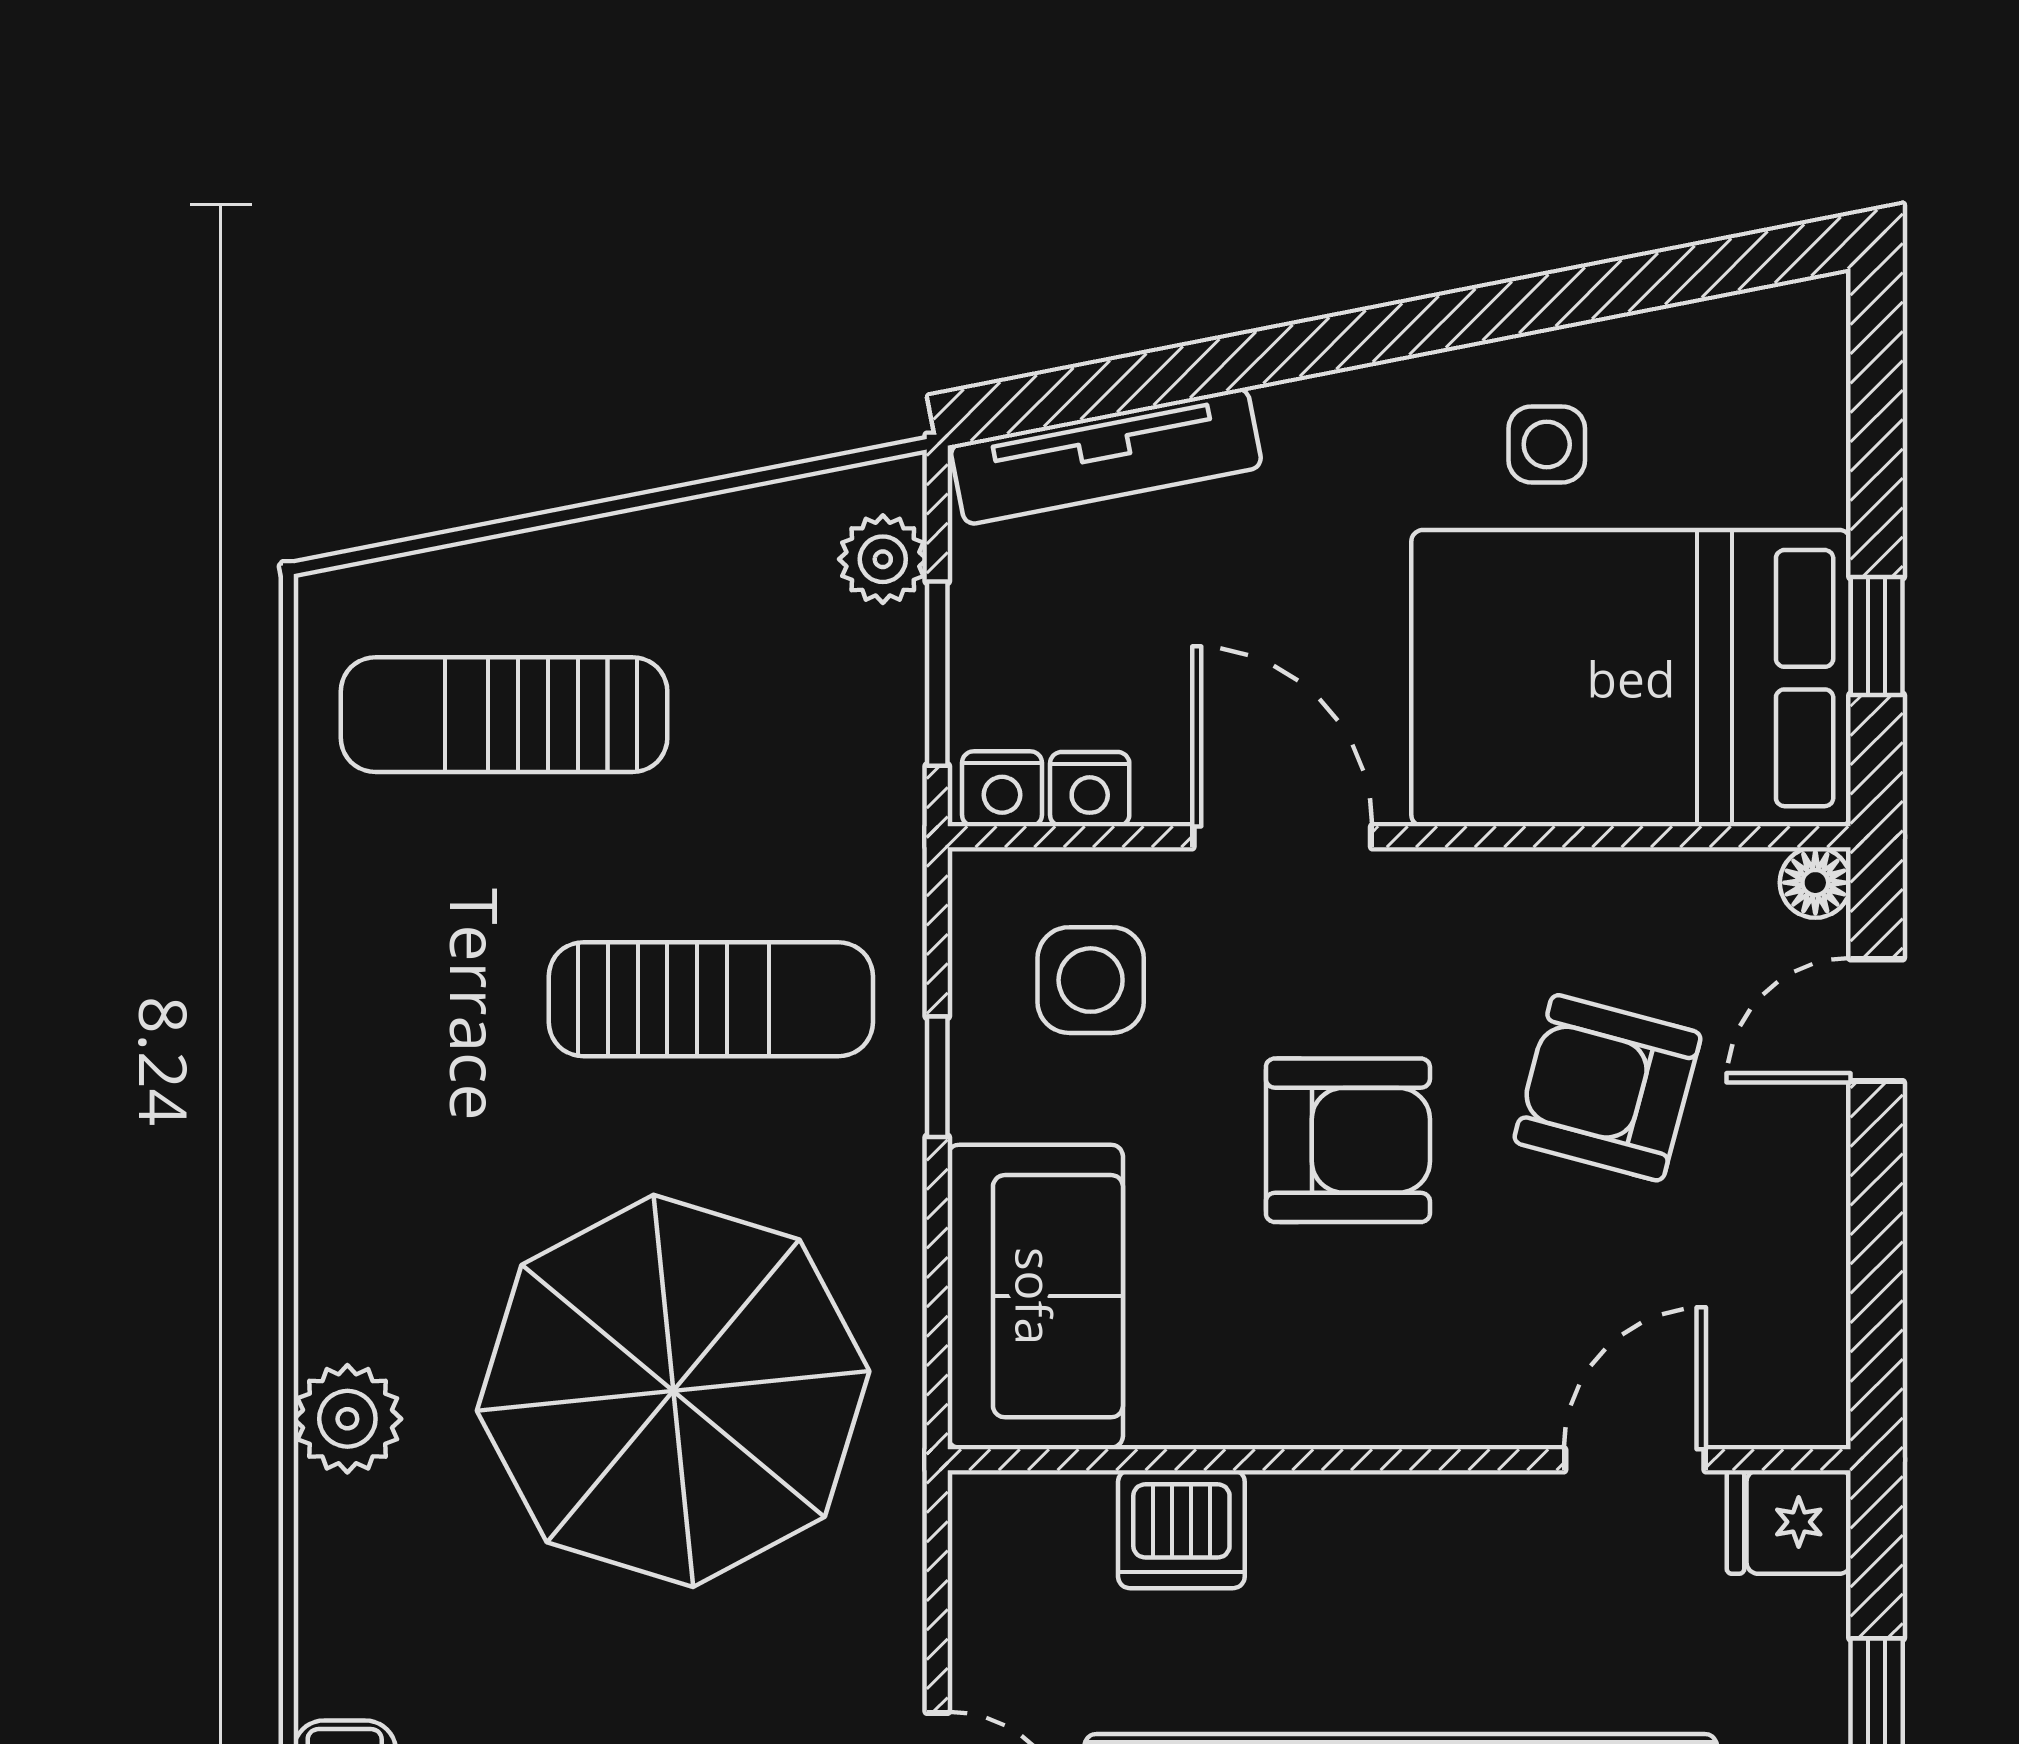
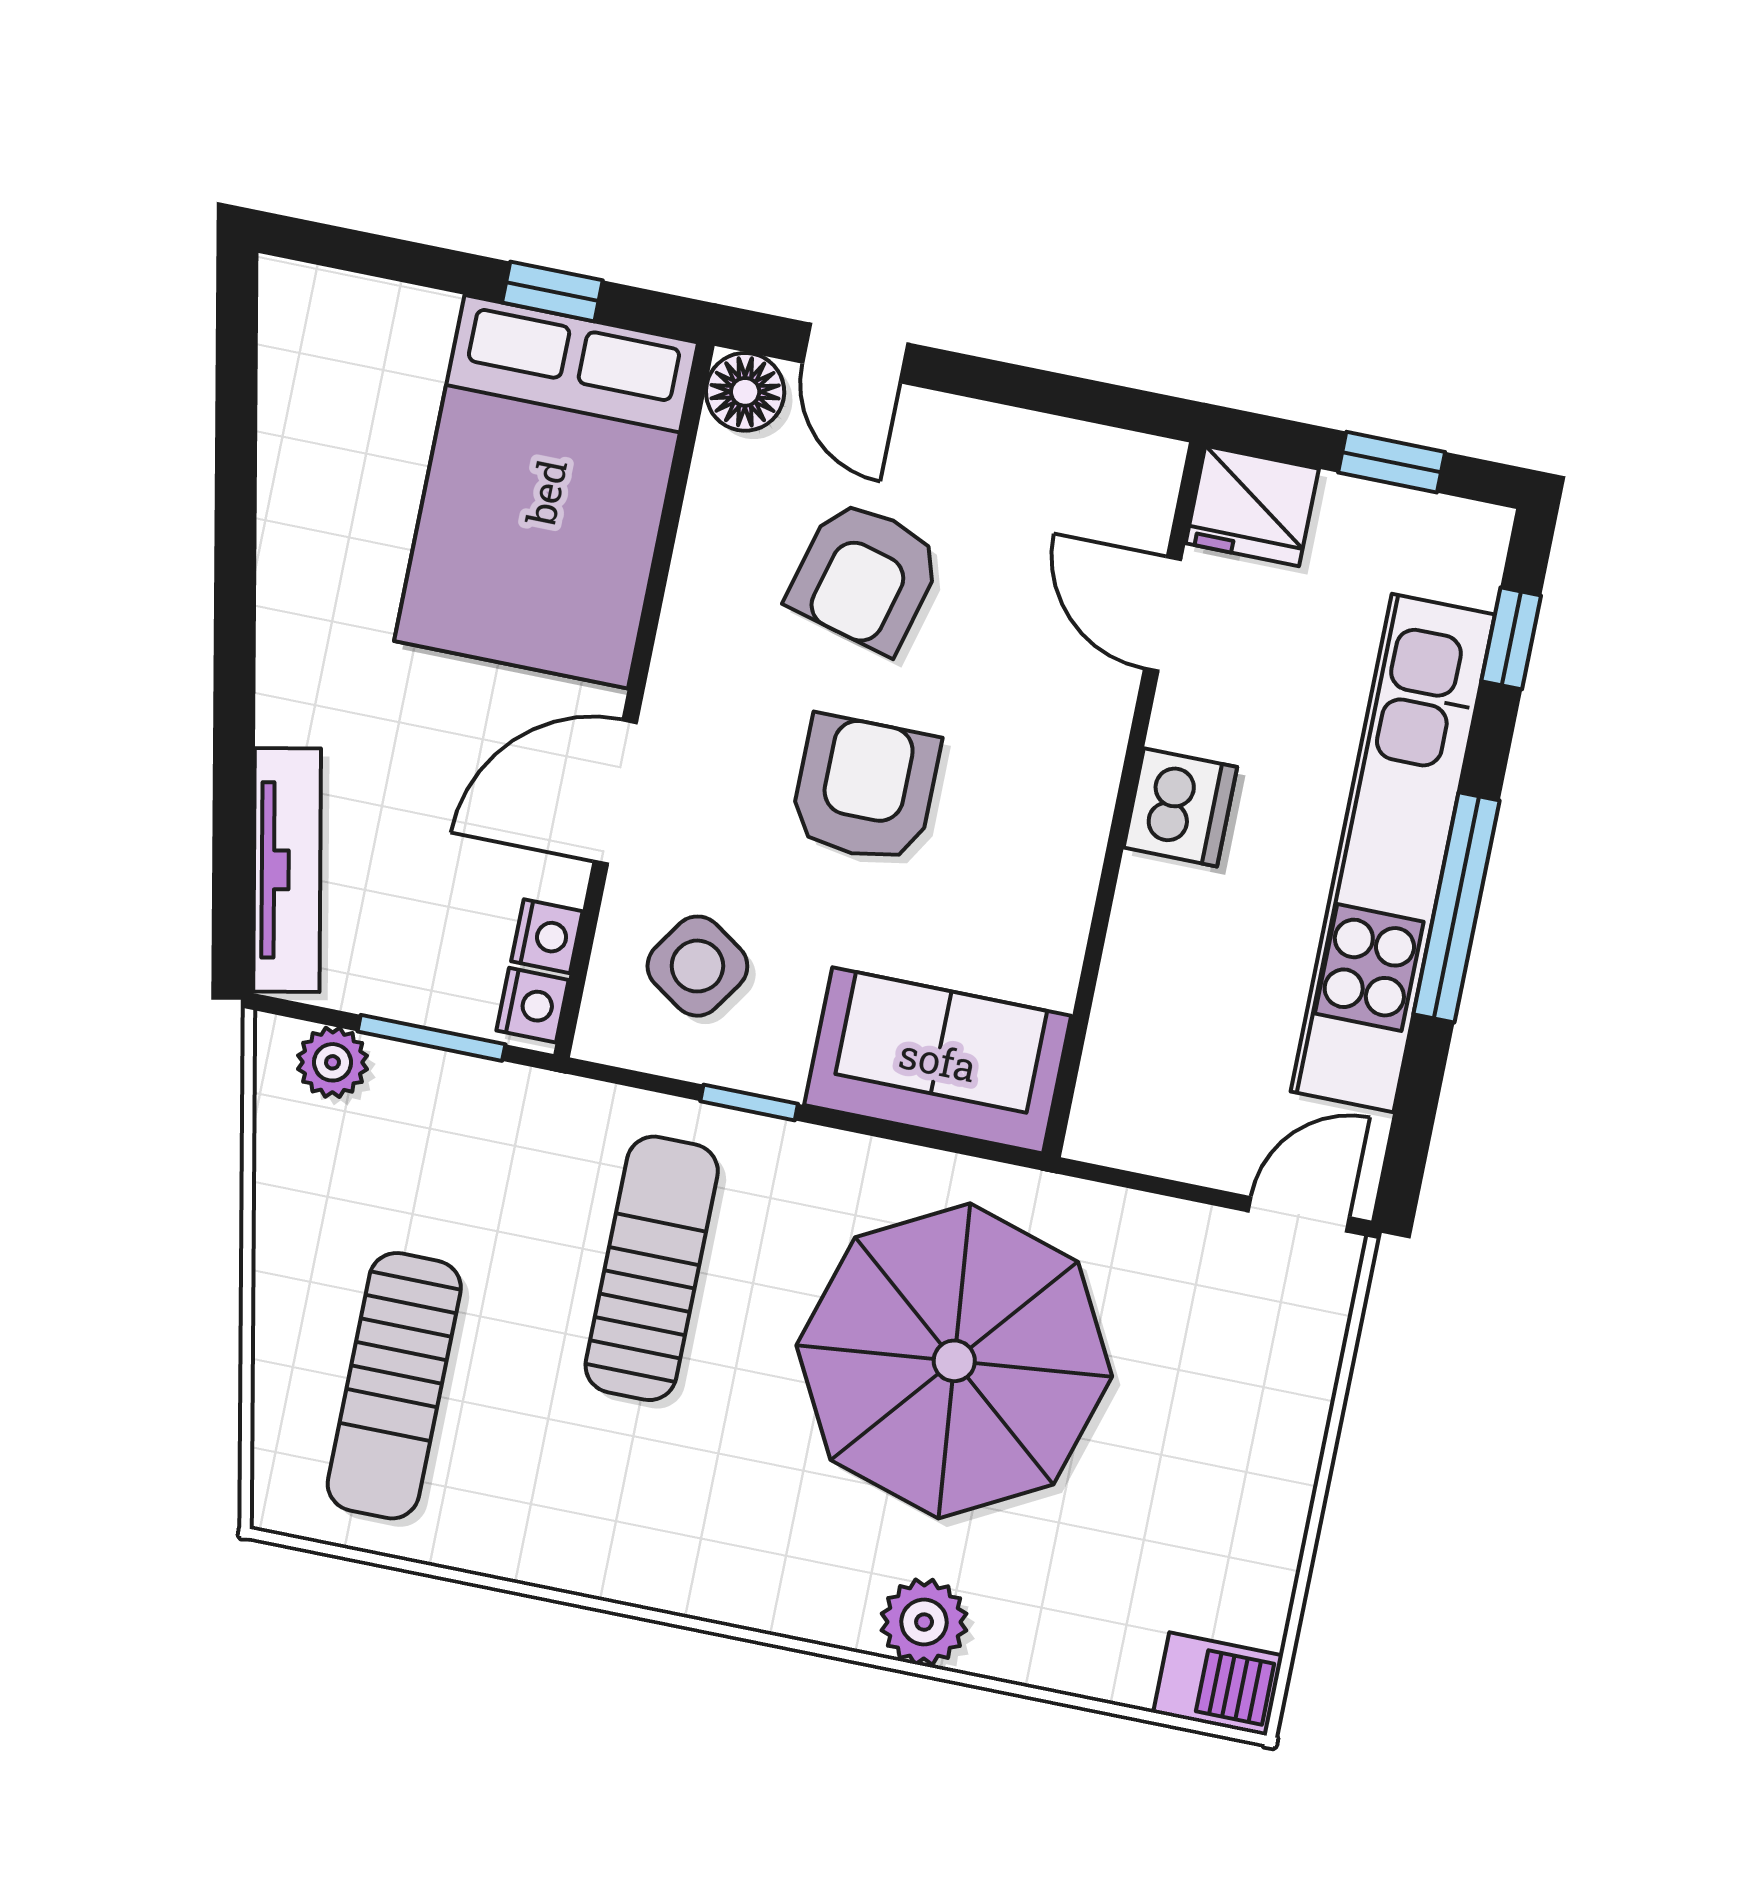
side table: (1547, 444) -> (348, 521), removed
floor lamp: (1815, 883) -> (745, 392), width x1.37, depth x1.37
side table: (1091, 980) -> (697, 966), turned 34
fridge: (1789, 1522) -> (1252, 506), width x1.38
dishwasher: (1181, 1529) -> (1180, 807), moved

